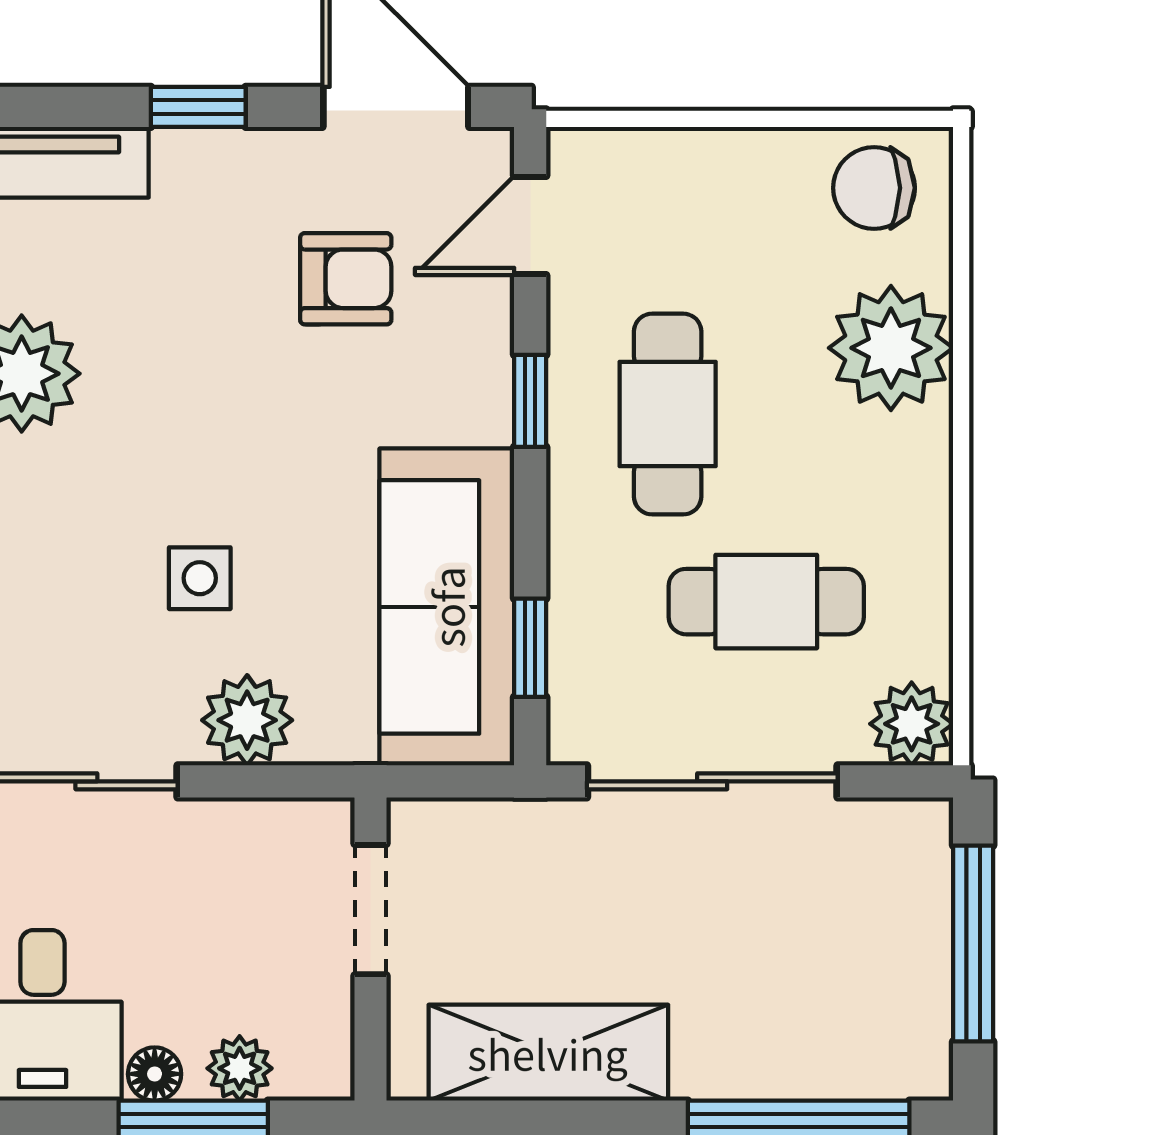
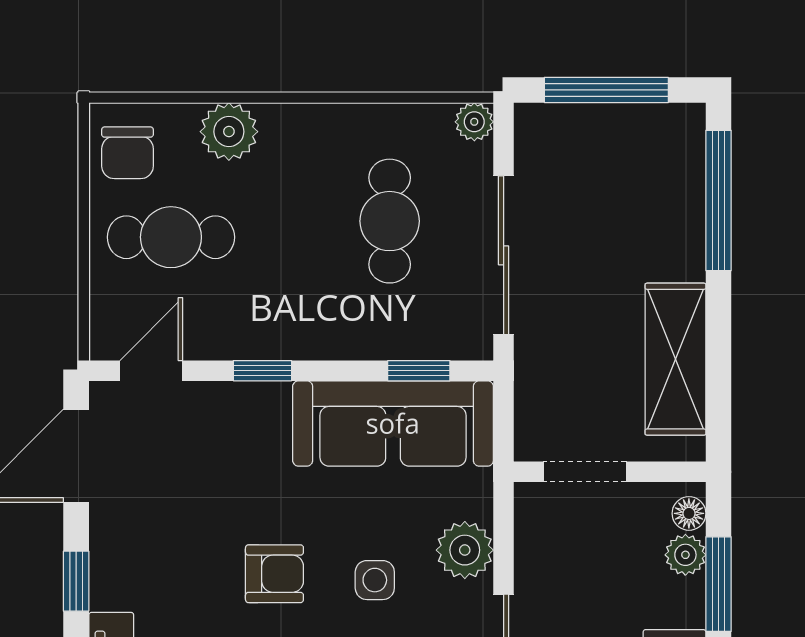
door: (530, 225) -> (151, 371), swing flipped
armchair: (346, 279) -> (274, 574), moved, turned 90
plant: (891, 348) -> (229, 132), width x0.73, depth x0.73
cafe table: (668, 414) -> (171, 237), moved
plant: (912, 724) -> (474, 122), width x0.73, depth x0.73
floor lamp: (155, 1074) -> (689, 513), moved

